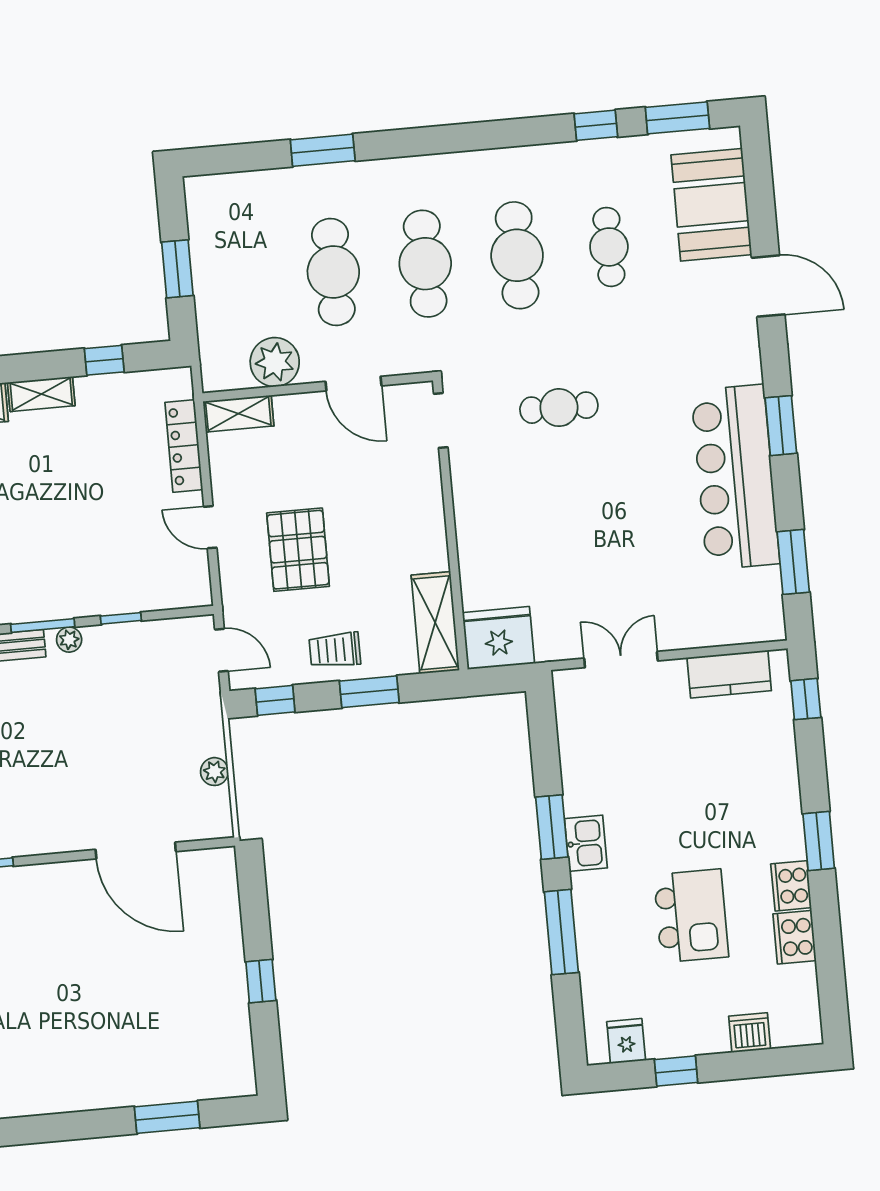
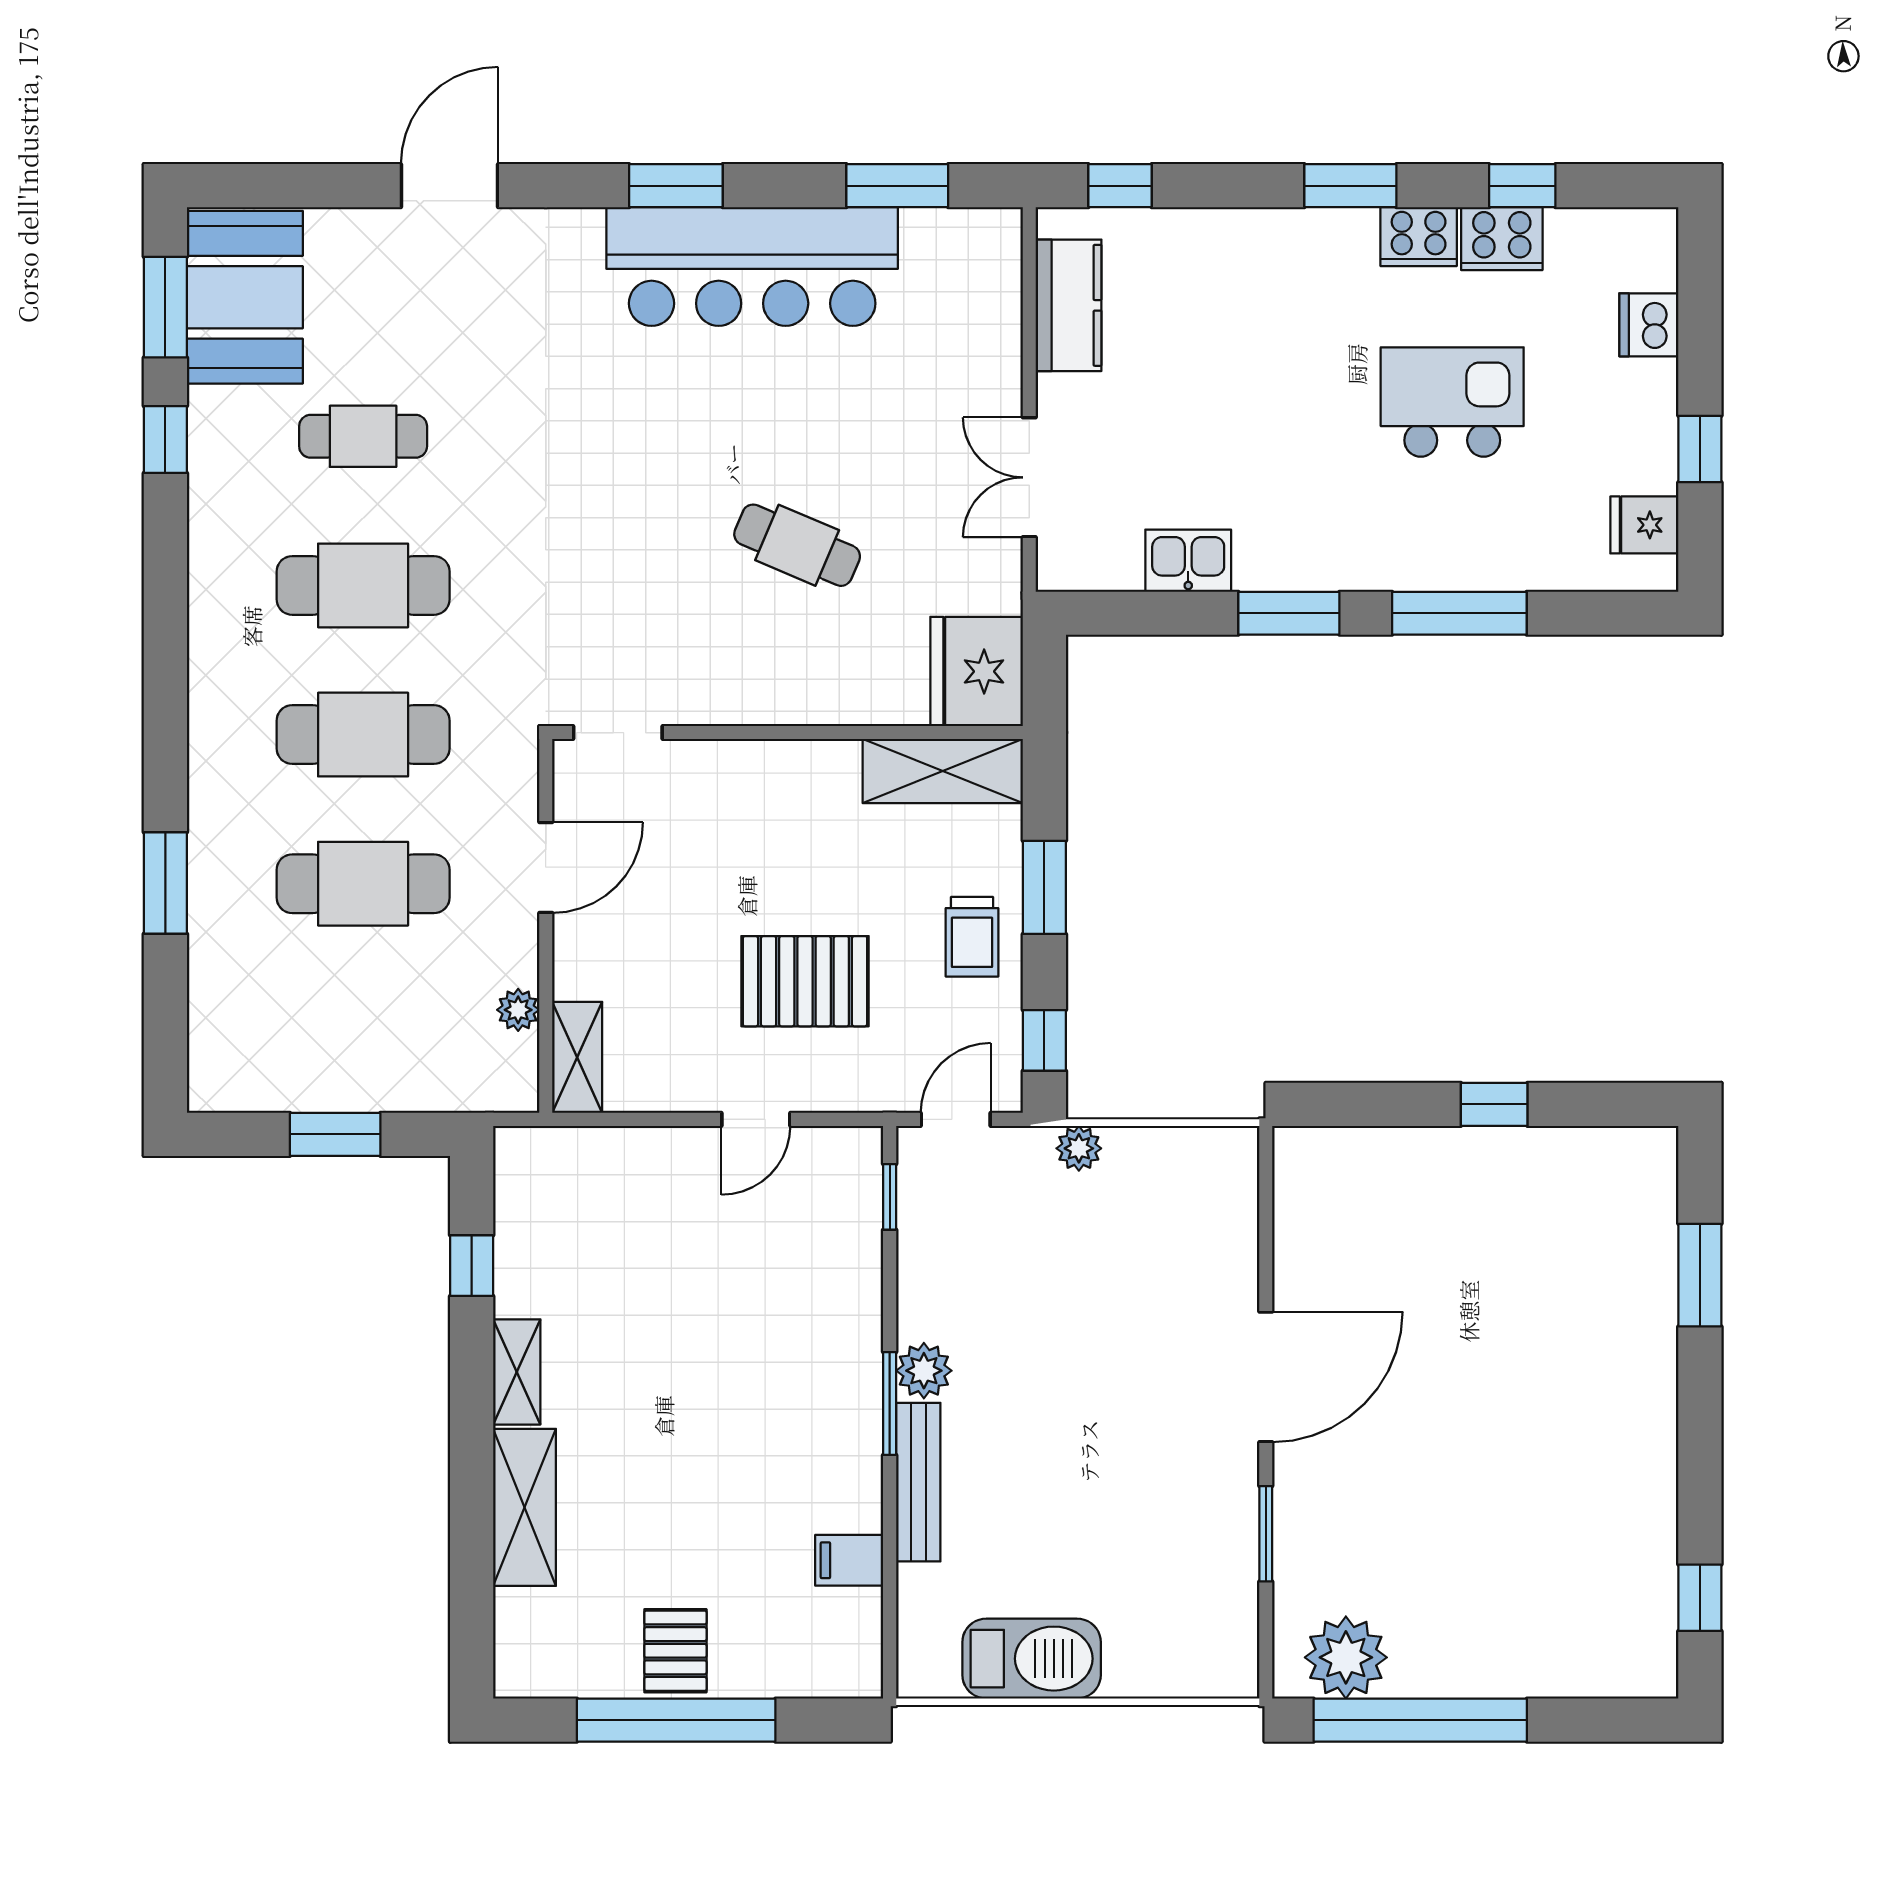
booth: (711, 205) -> (245, 297), moved, turned 90
plant: (275, 362) -> (518, 1010), width x0.53, depth x0.53
cafe table: (559, 408) -> (797, 545), moved, turned -67
locker: (184, 446) -> (621, 1150), removed
window: (121, 618) -> (890, 1197), moved
plant: (69, 640) -> (924, 1371), width x1.38, depth x1.38
plant: (214, 772) -> (1079, 1148), moved
kitchen sink: (586, 843) -> (1188, 561), moved
door: (136, 851) -> (1266, 1377), moved
window: (828, 947) -> (1522, 186), added

